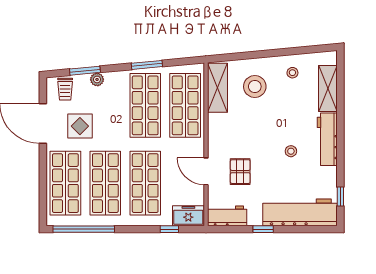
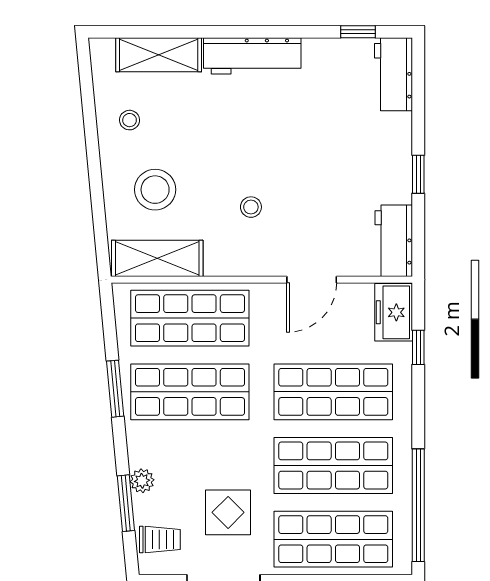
stool: (291, 151) -> (251, 207), moved
pallet: (240, 172) -> (312, 216), removed
workbench: (300, 212) -> (393, 74), width x0.53, depth x0.76

